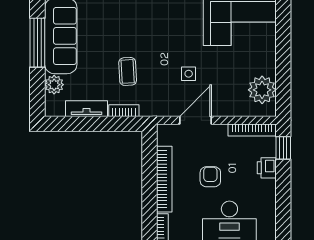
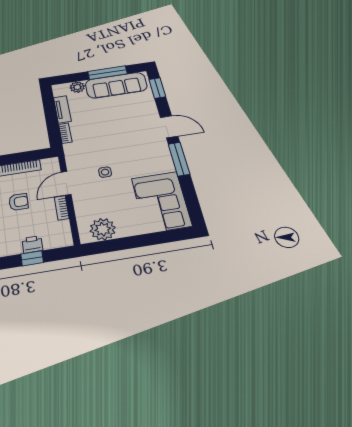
coffee table: (128, 71) -> (98, 131), removed
door: (195, 120) -> (66, 183), swing flipped
bookcase: (252, 130) -> (62, 208), moved, width x0.64
window: (283, 148) -> (32, 258), moved

